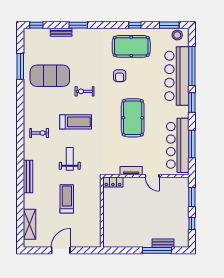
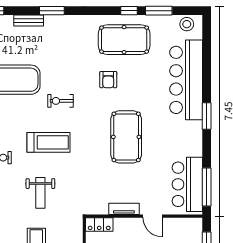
window: (169, 25) -> (159, 11), moved
window: (192, 66) -> (207, 66), removed
window: (192, 144) -> (207, 187), moved
bar counter: (178, 145) -> (187, 184), width x0.73
weight bench: (70, 159) -> (40, 193), turned 180

